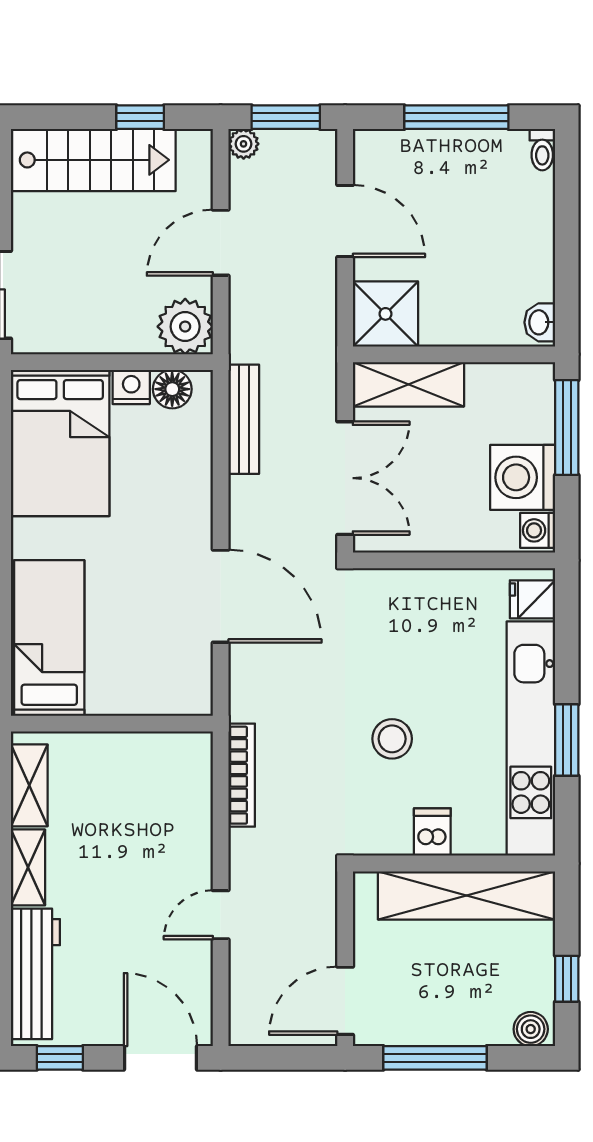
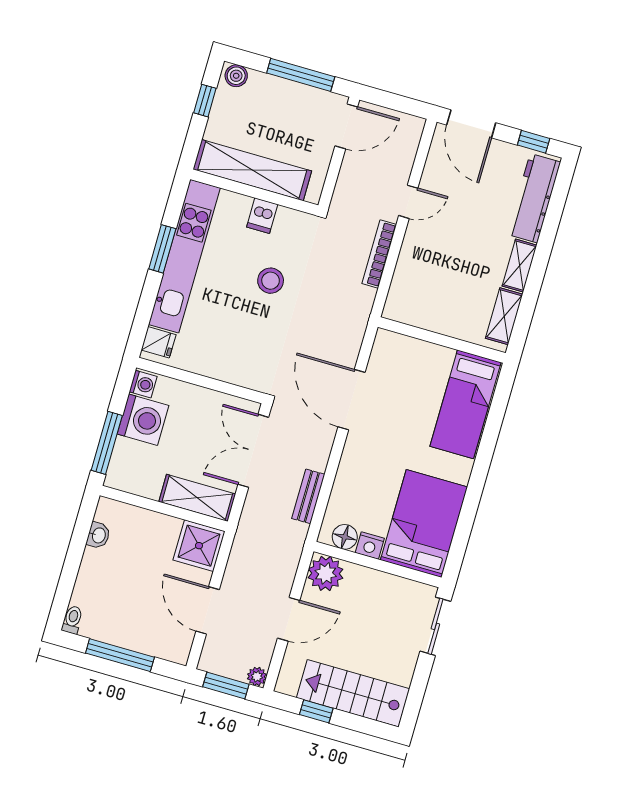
washbasin: (540, 322) -> (98, 535), moved
bench: (244, 419) -> (308, 496), width x0.73
bookcase: (242, 775) -> (379, 254), moved

